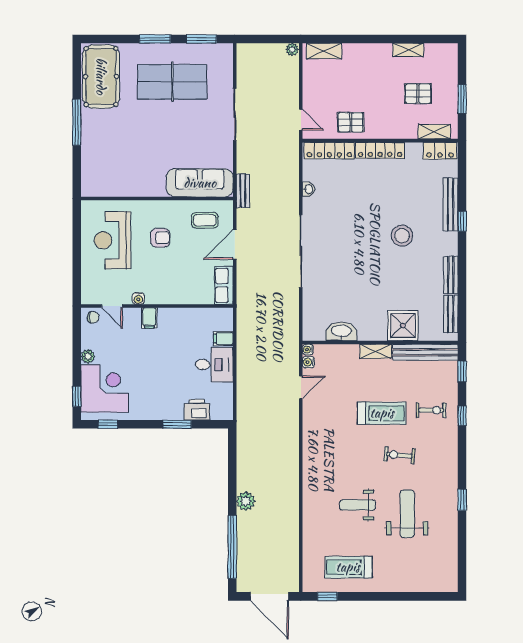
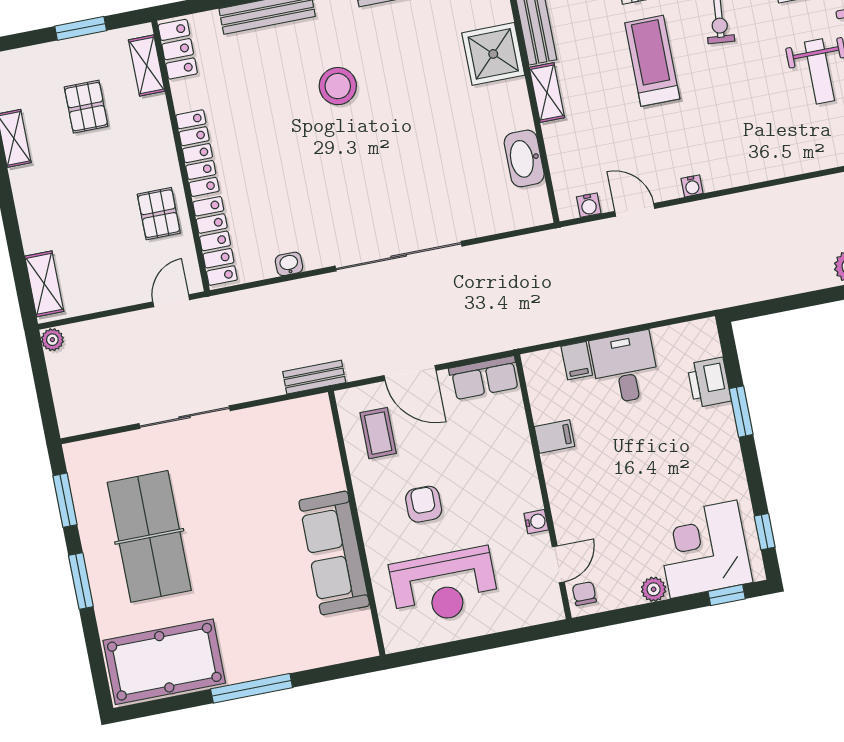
sofa: (200, 183) -> (334, 553), moved
filing cabinet: (149, 318) -> (555, 437), moved
water cooler: (308, 349) -> (692, 186), moved

